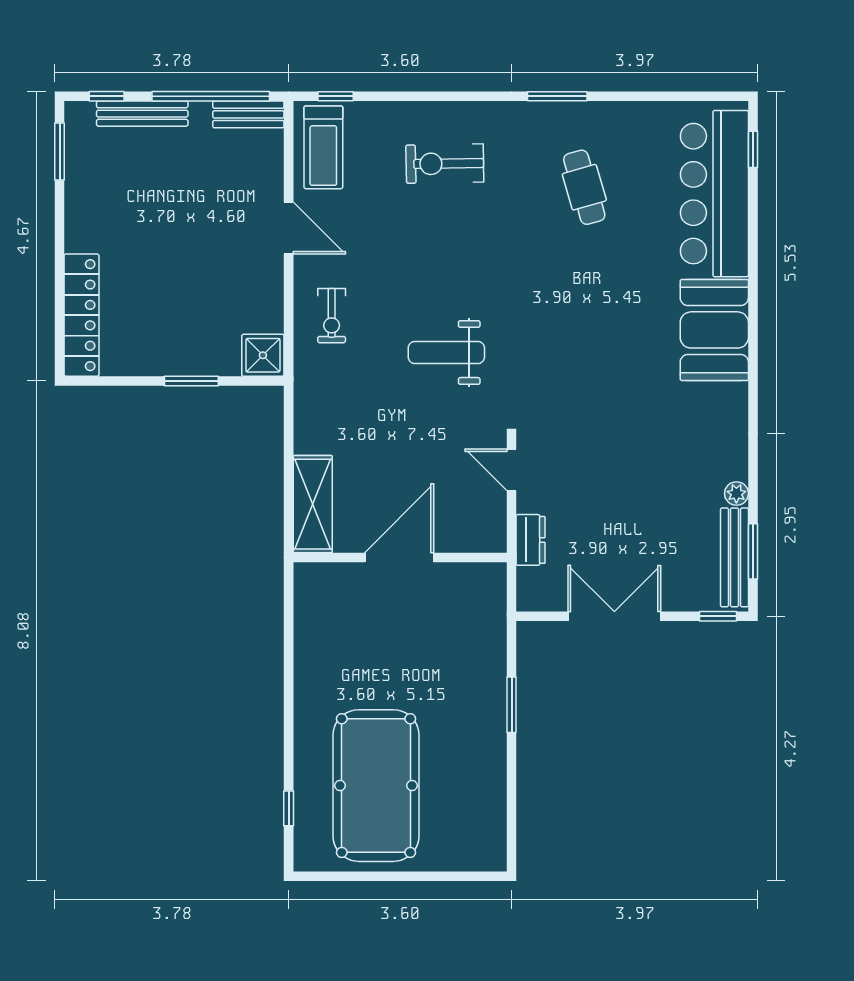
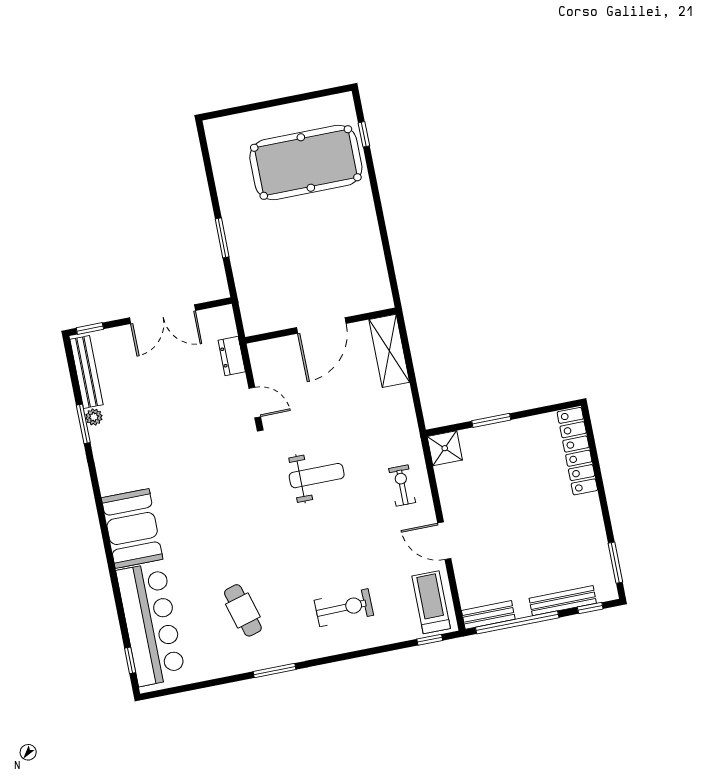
window: (753, 551) -> (83, 424), moved
pool table: (376, 786) -> (306, 163), turned 90

